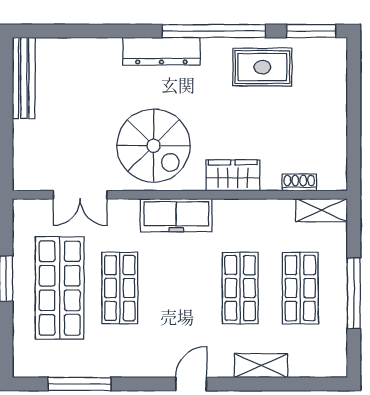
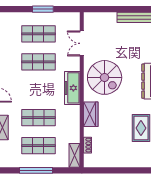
spiral stairs: (154, 146) -> (105, 77), turned -90
shop shelf: (60, 288) -> (38, 34), width x0.70, depth x0.74

